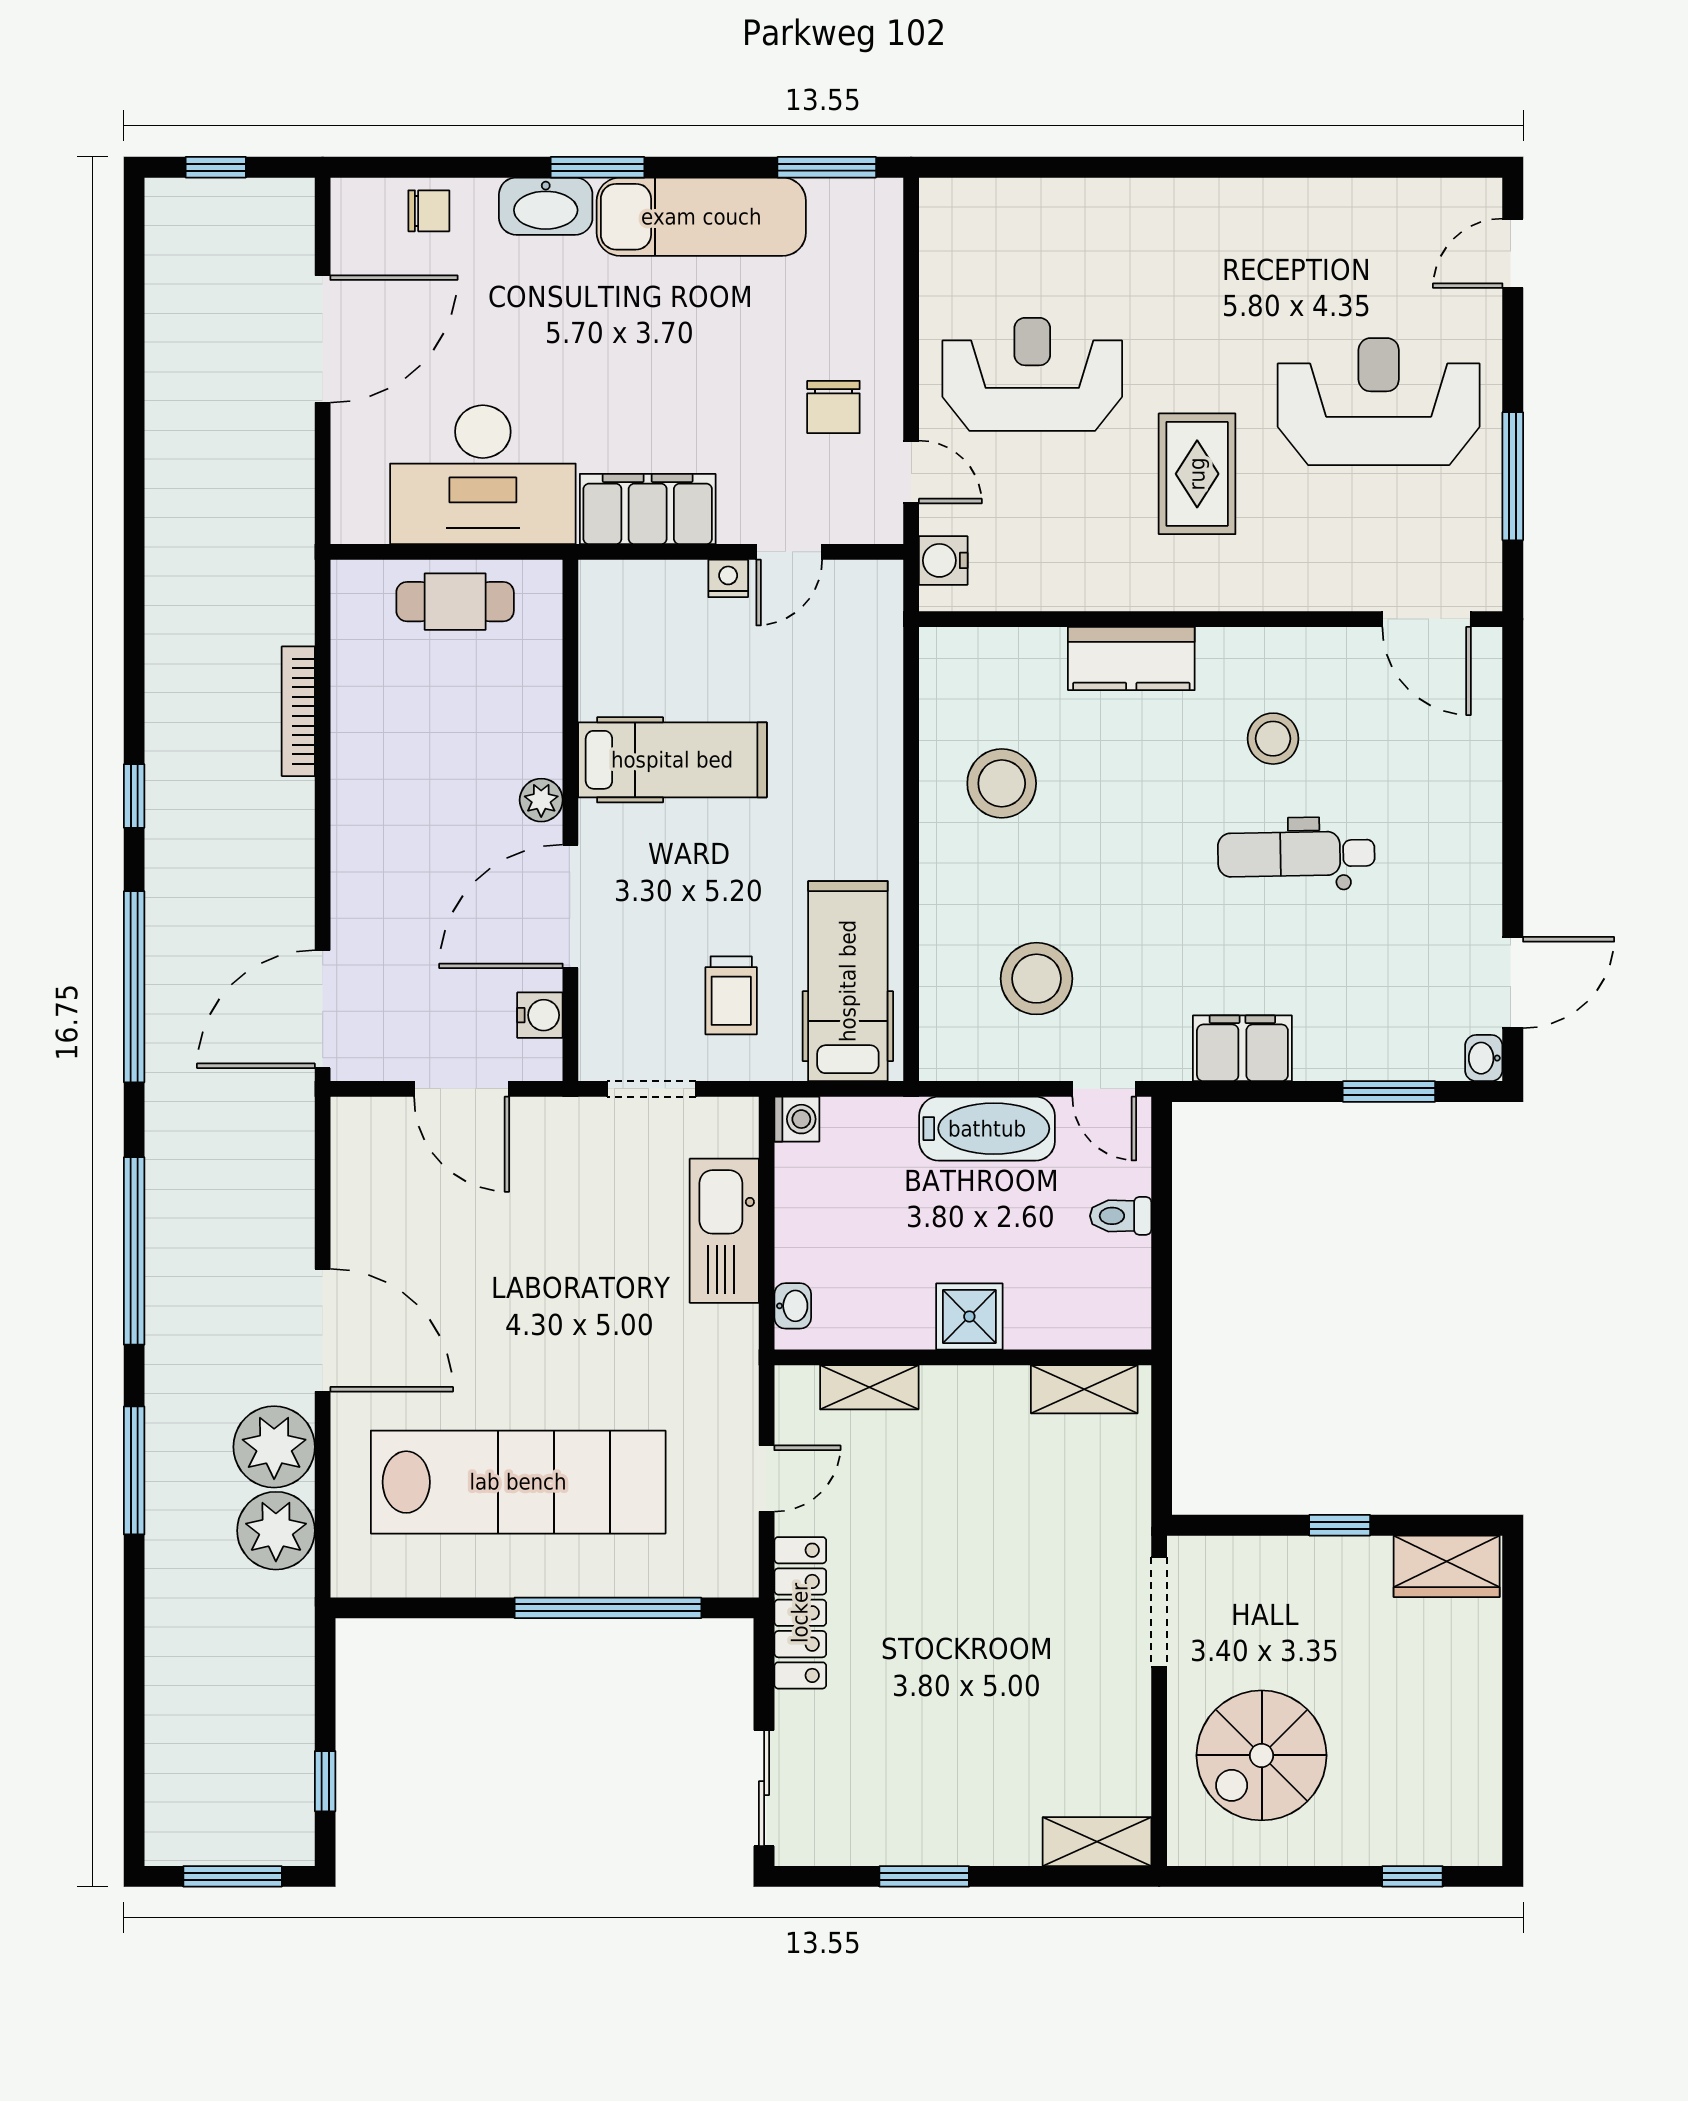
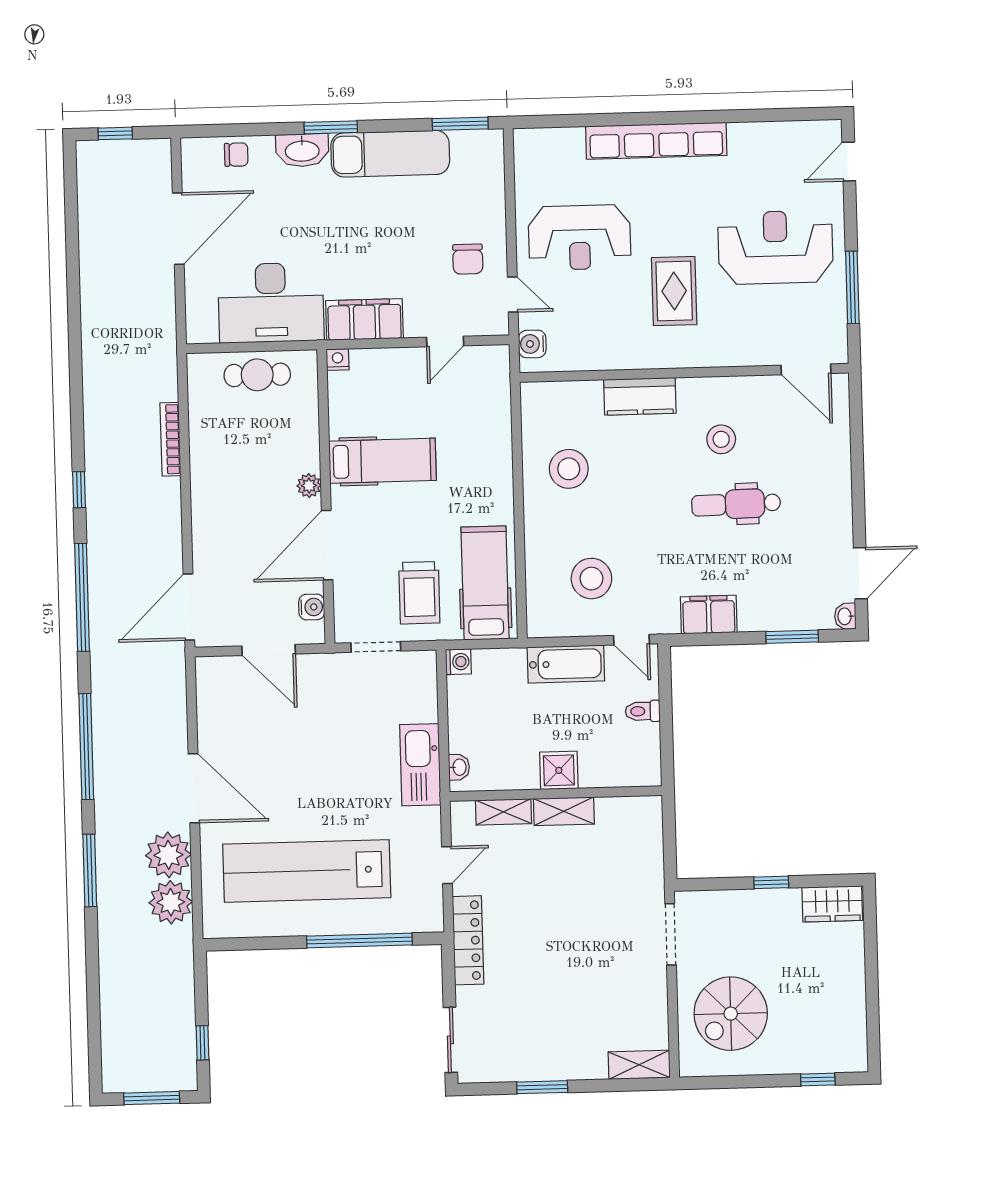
row of seats: (1173, 207) -> (656, 141), added
reception desk: (1032, 374) -> (579, 237), turned 180
nightstand: (728, 578) -> (338, 360), moved
trolley: (731, 995) -> (419, 593), width x1.36, depth x1.39
kitchen sink: (724, 1231) -> (420, 765), moved
shelving: (1084, 1389) -> (564, 811), moved
lab bench: (518, 1482) -> (307, 871), turned 180

